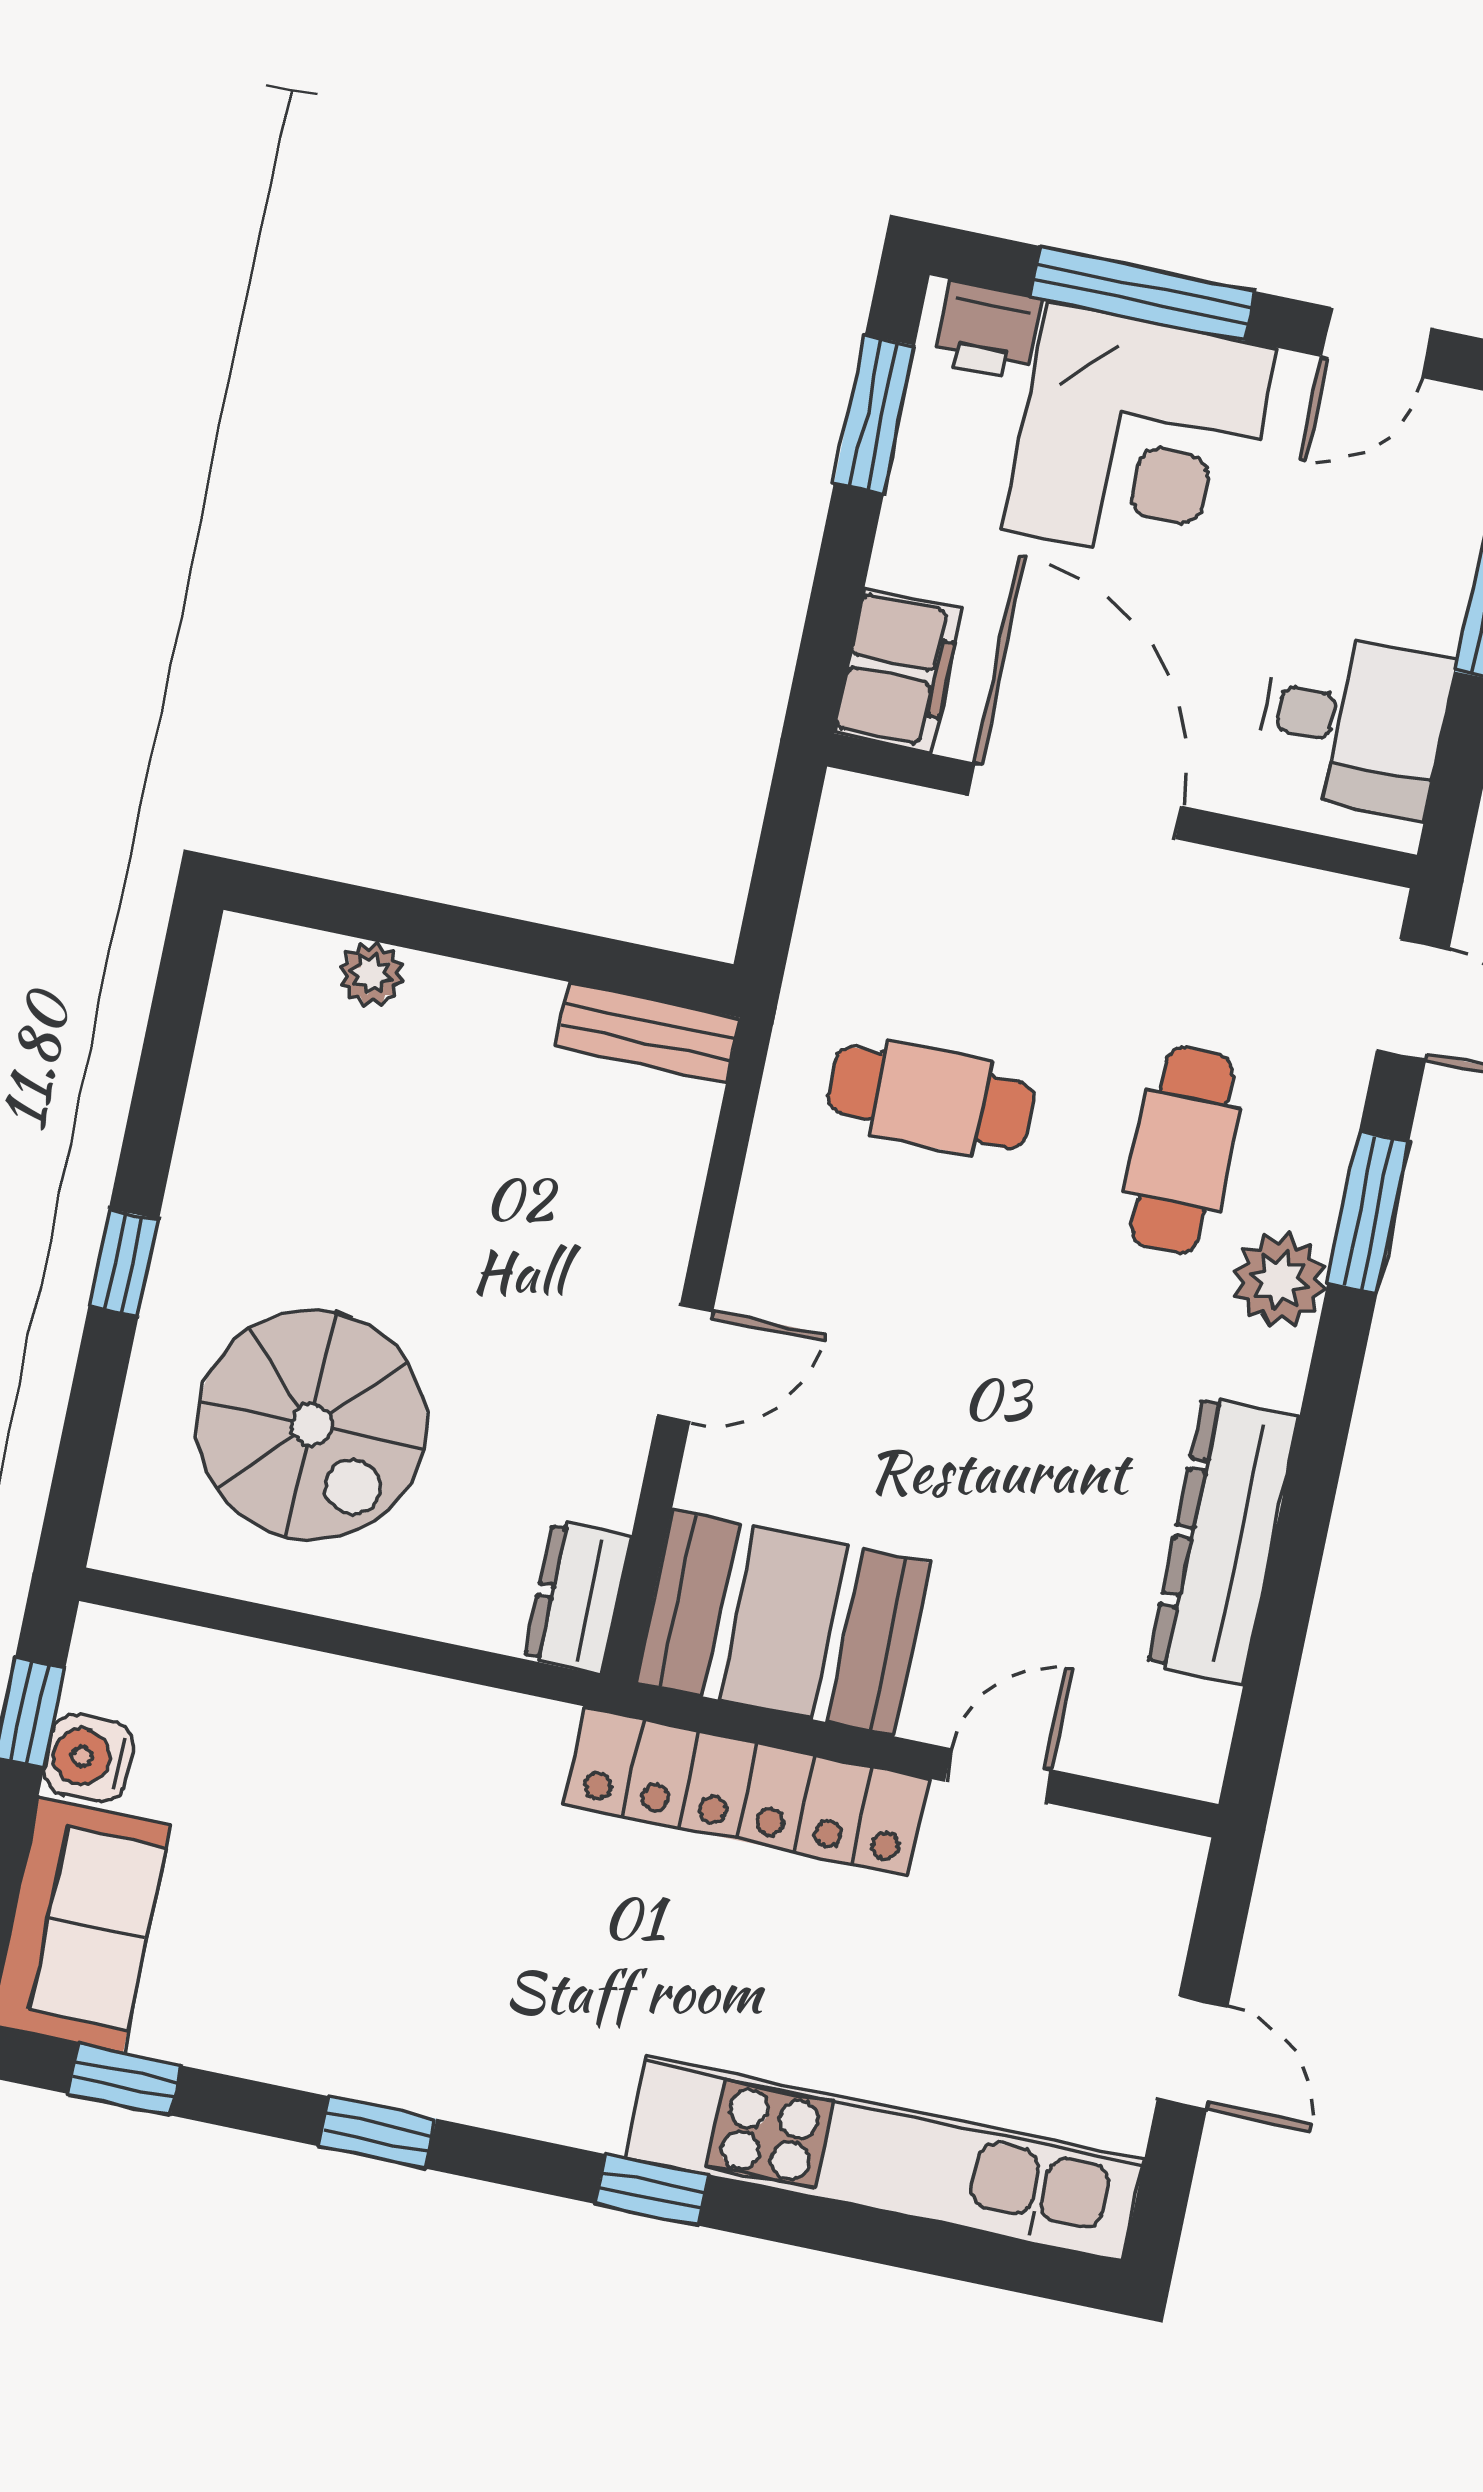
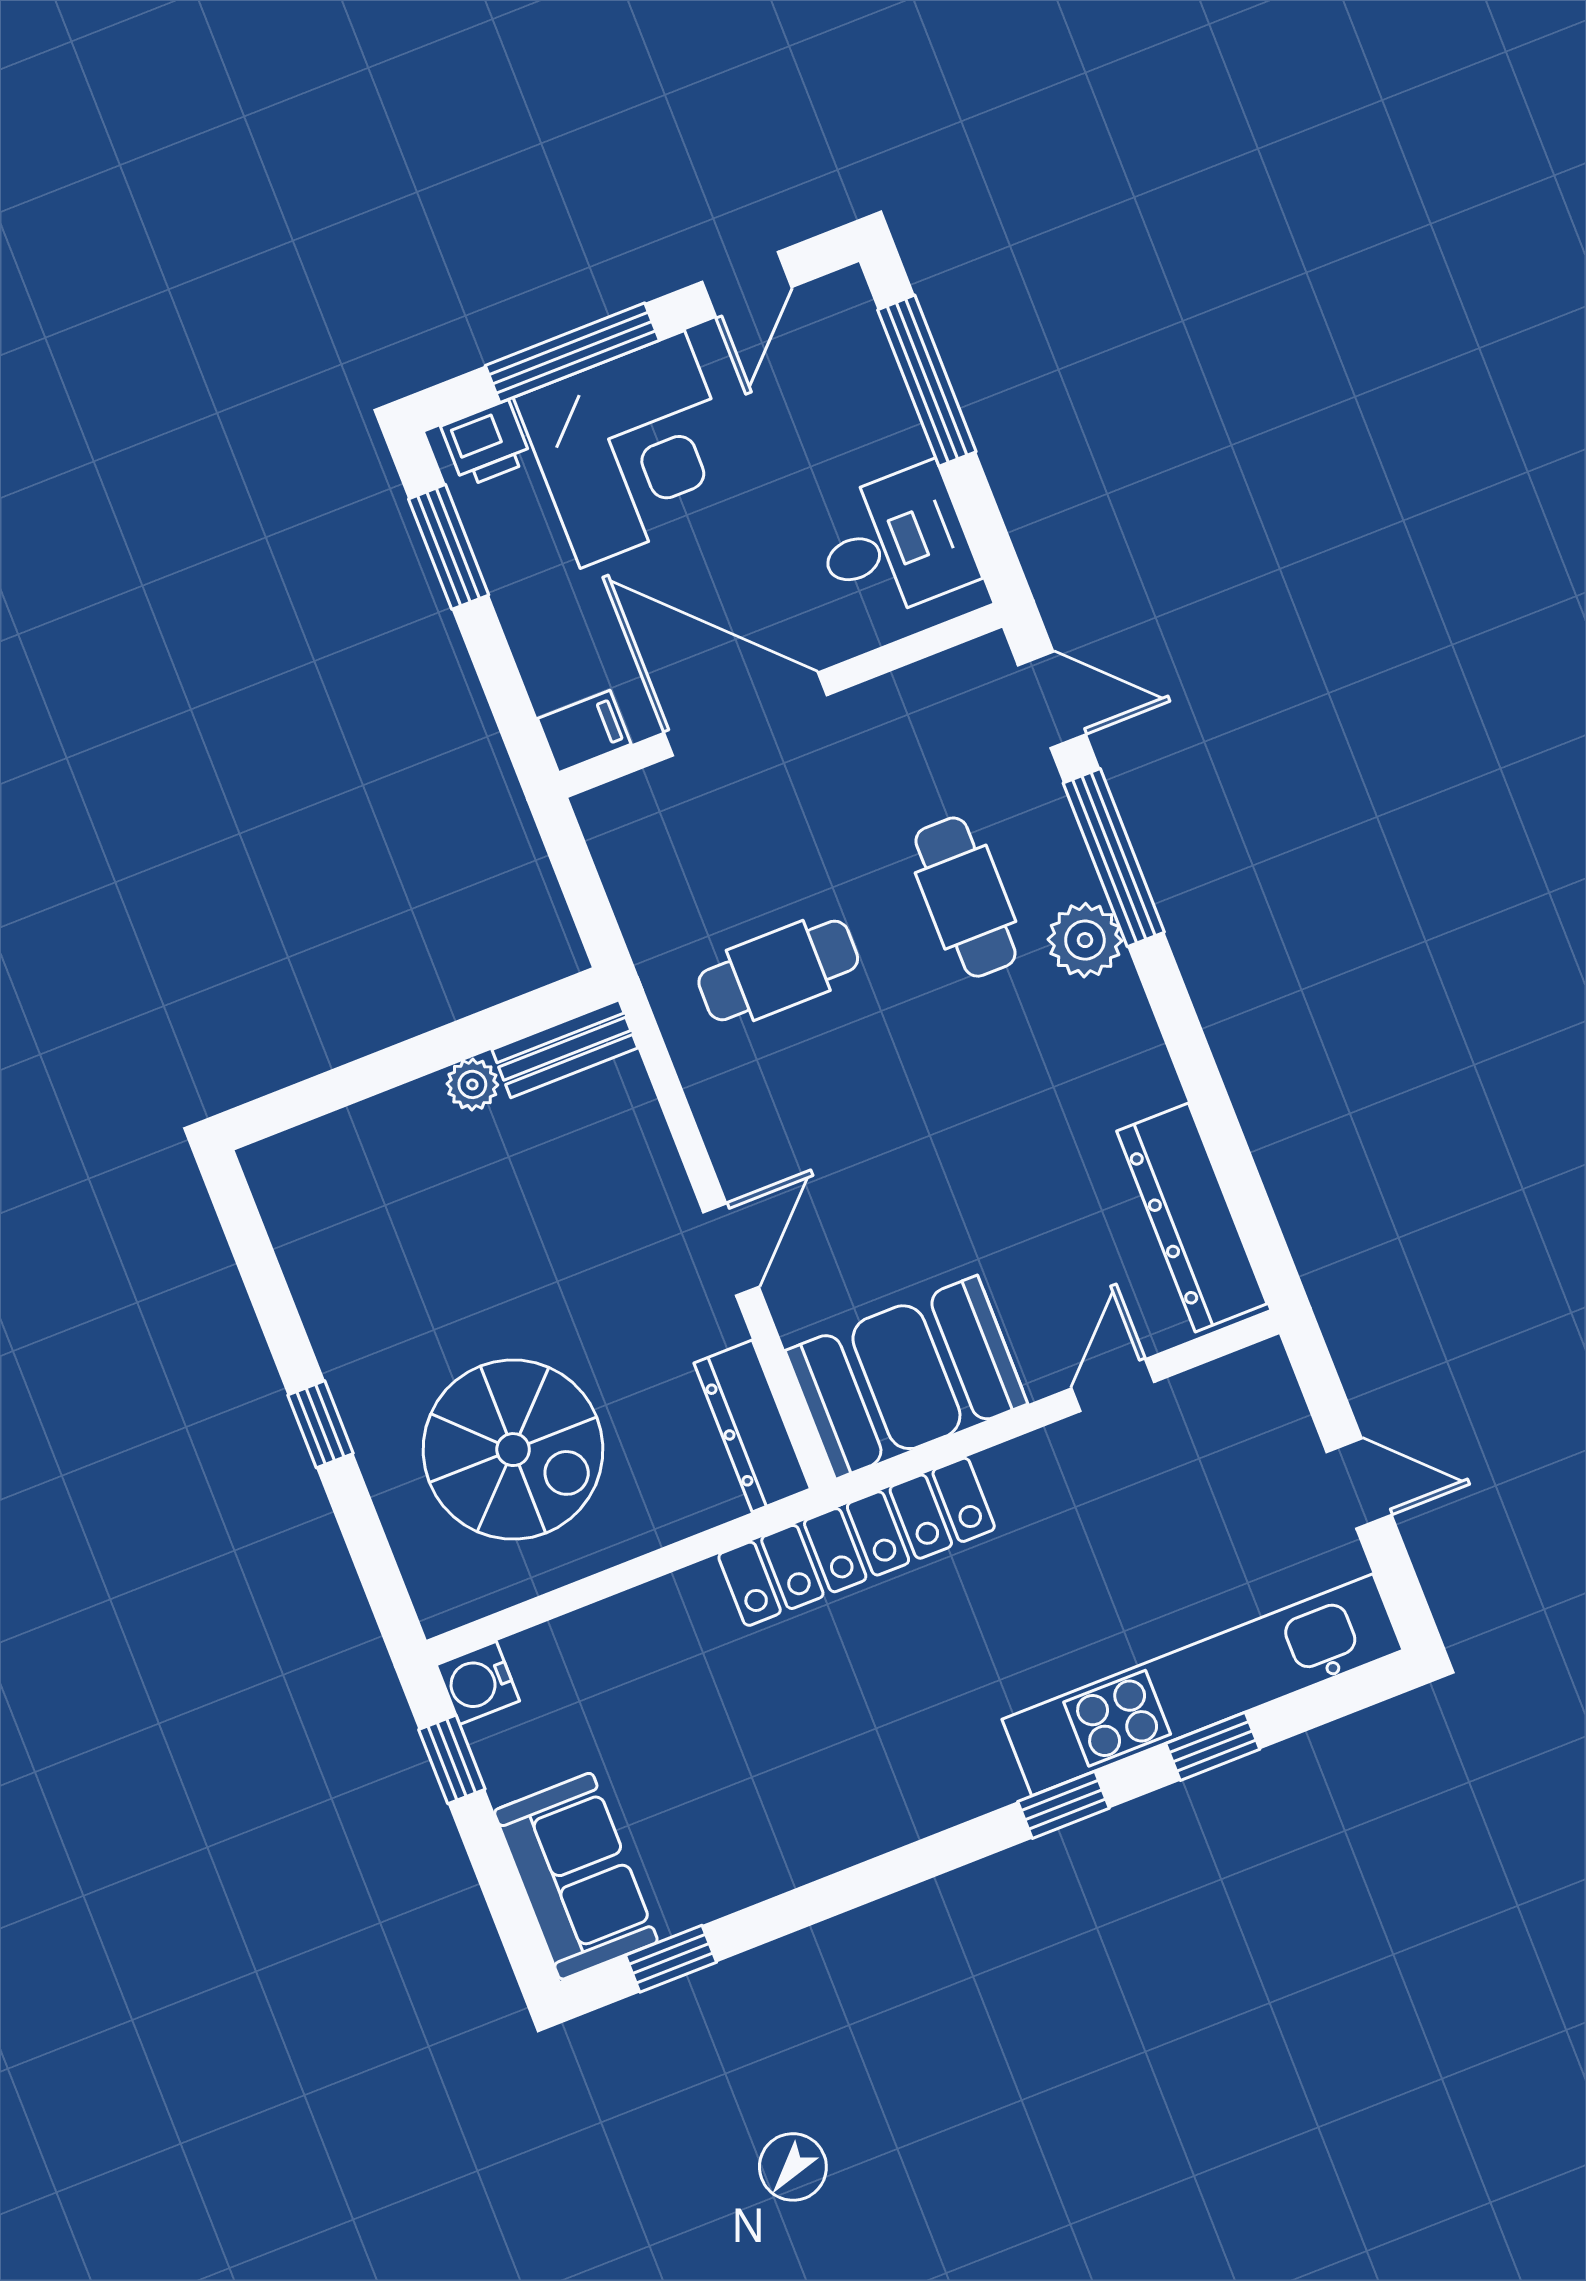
filing cabinet: (898, 670) -> (584, 731), width x0.50
plant: (372, 974) -> (472, 1084), moved
window: (1368, 1212) -> (1114, 858), width x1.44
dresser: (1223, 1541) -> (1192, 1217), moved
dresser: (578, 1597) -> (752, 1426), width x1.44
water cooler: (88, 1758) -> (478, 1683), moved
locker: (747, 1791) -> (857, 1542), moved
window: (378, 2133) -> (1213, 1746), moved

